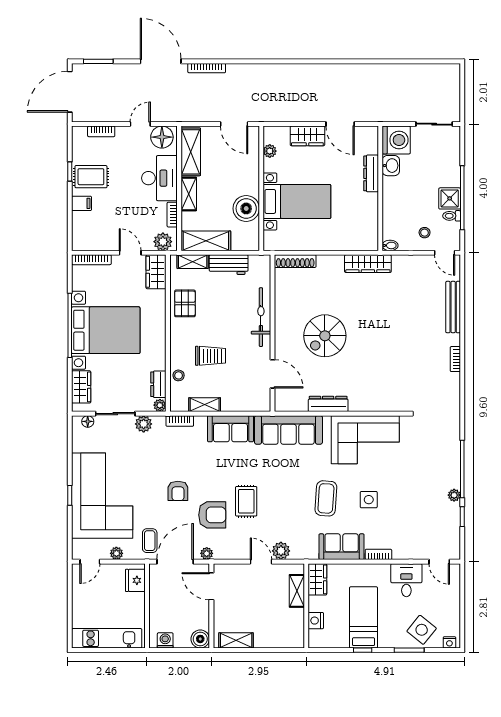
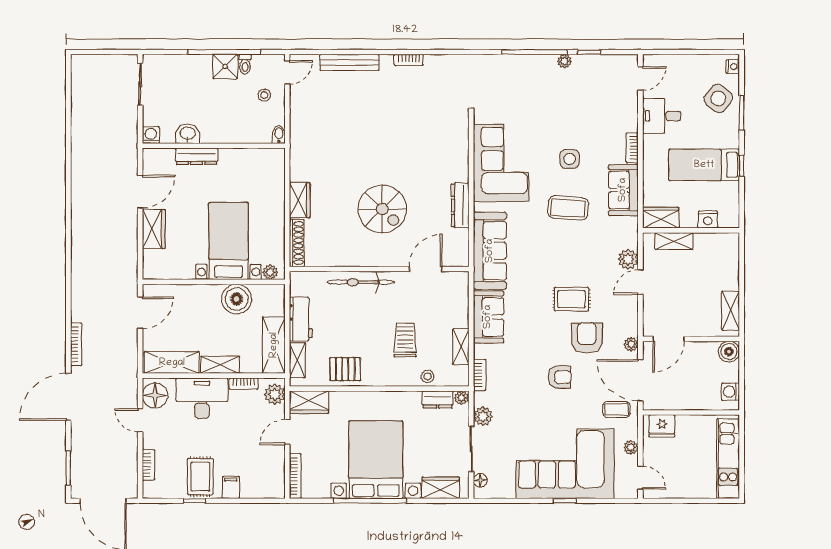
washing machine: (396, 140) -> (151, 135), width x0.53, depth x0.53
plant: (270, 151) -> (270, 272), moved
wardrobe: (368, 264) -> (300, 200), moved, width x0.67

